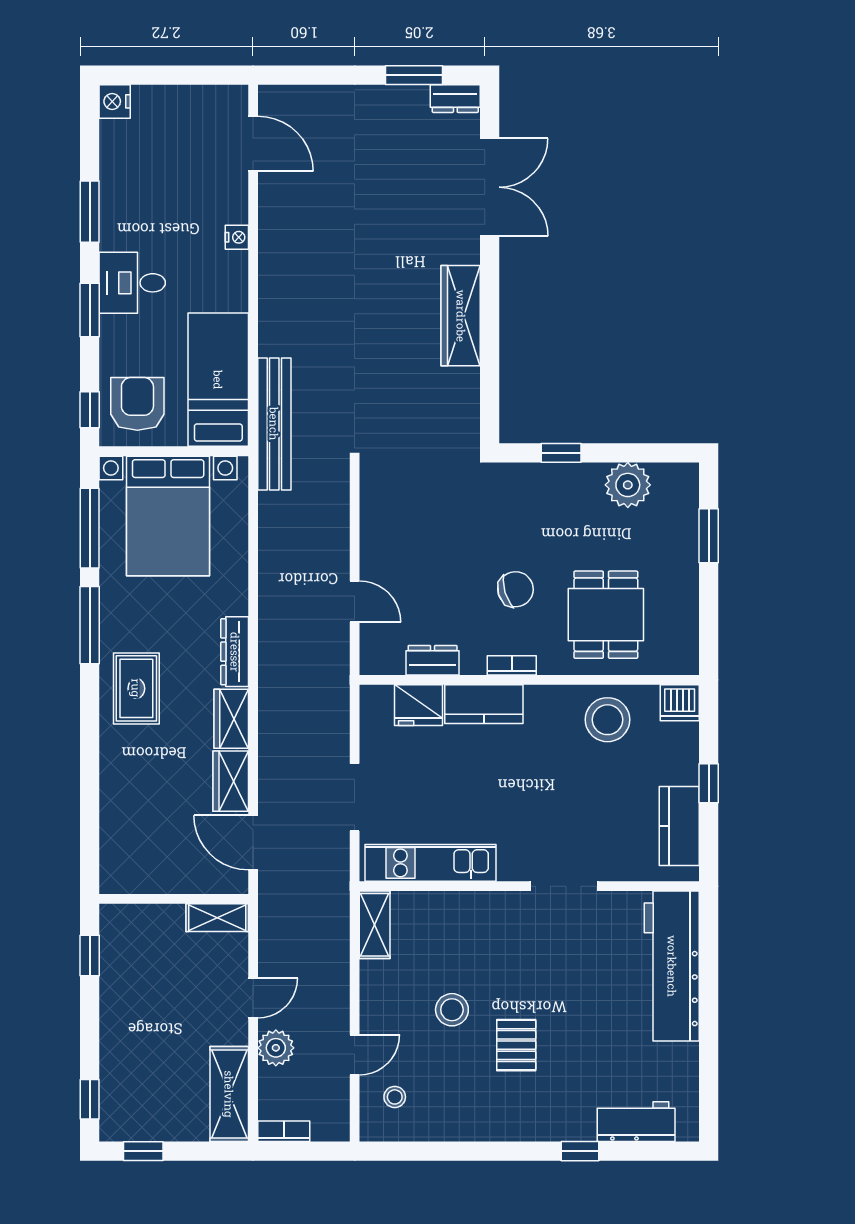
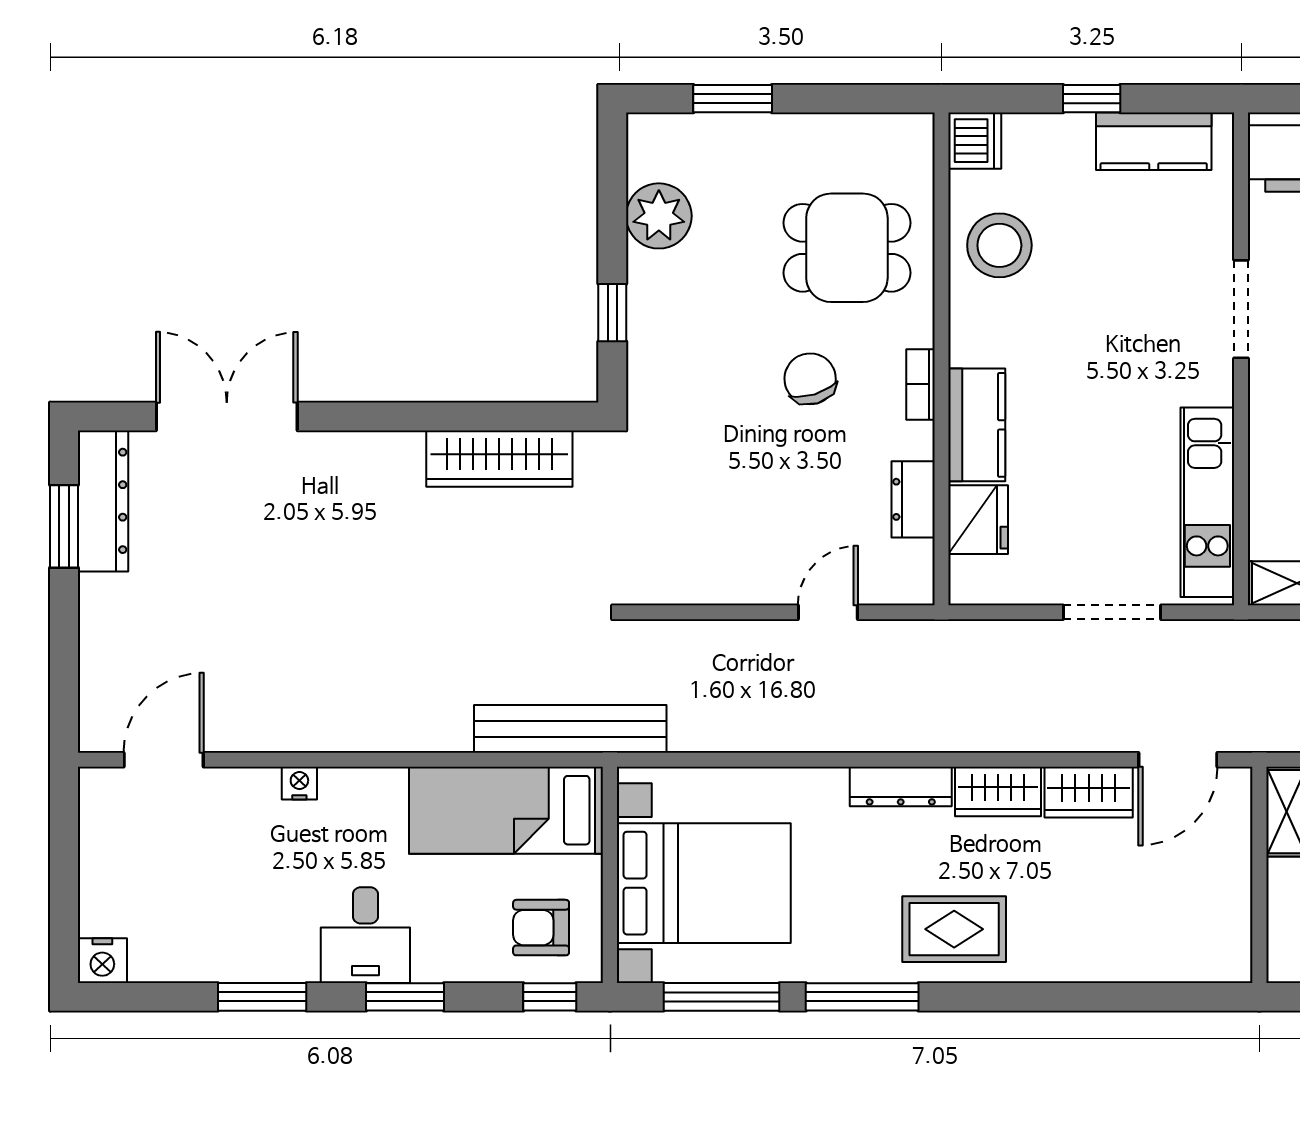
dresser: (455, 99) -> (103, 501), width x1.96, depth x1.24
wardrobe: (461, 316) -> (499, 459), moved
armchair: (137, 404) -> (541, 928), width x0.72, depth x0.72

